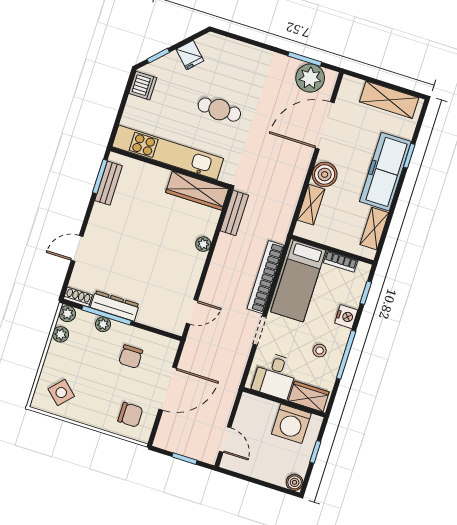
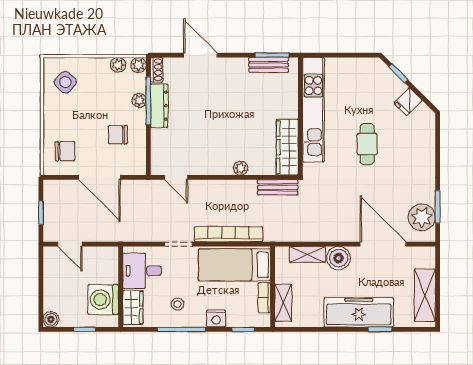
dishwasher: (143, 86) -> (367, 68), removed
shelving: (374, 229) -> (283, 303), moved, turned 90
door: (77, 248) -> (200, 55), width x1.38
chair: (130, 415) -> (65, 151), turned -90
door: (225, 439) -> (70, 244), hinge flipped

